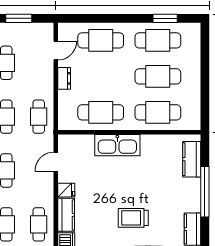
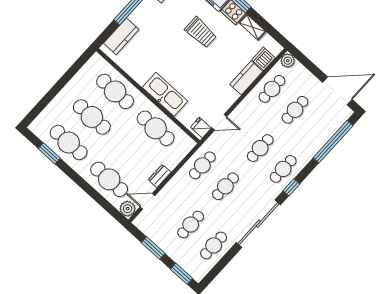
plant: (66, 31) -> (128, 209), added
fridge: (66, 190) -> (201, 128), moved

